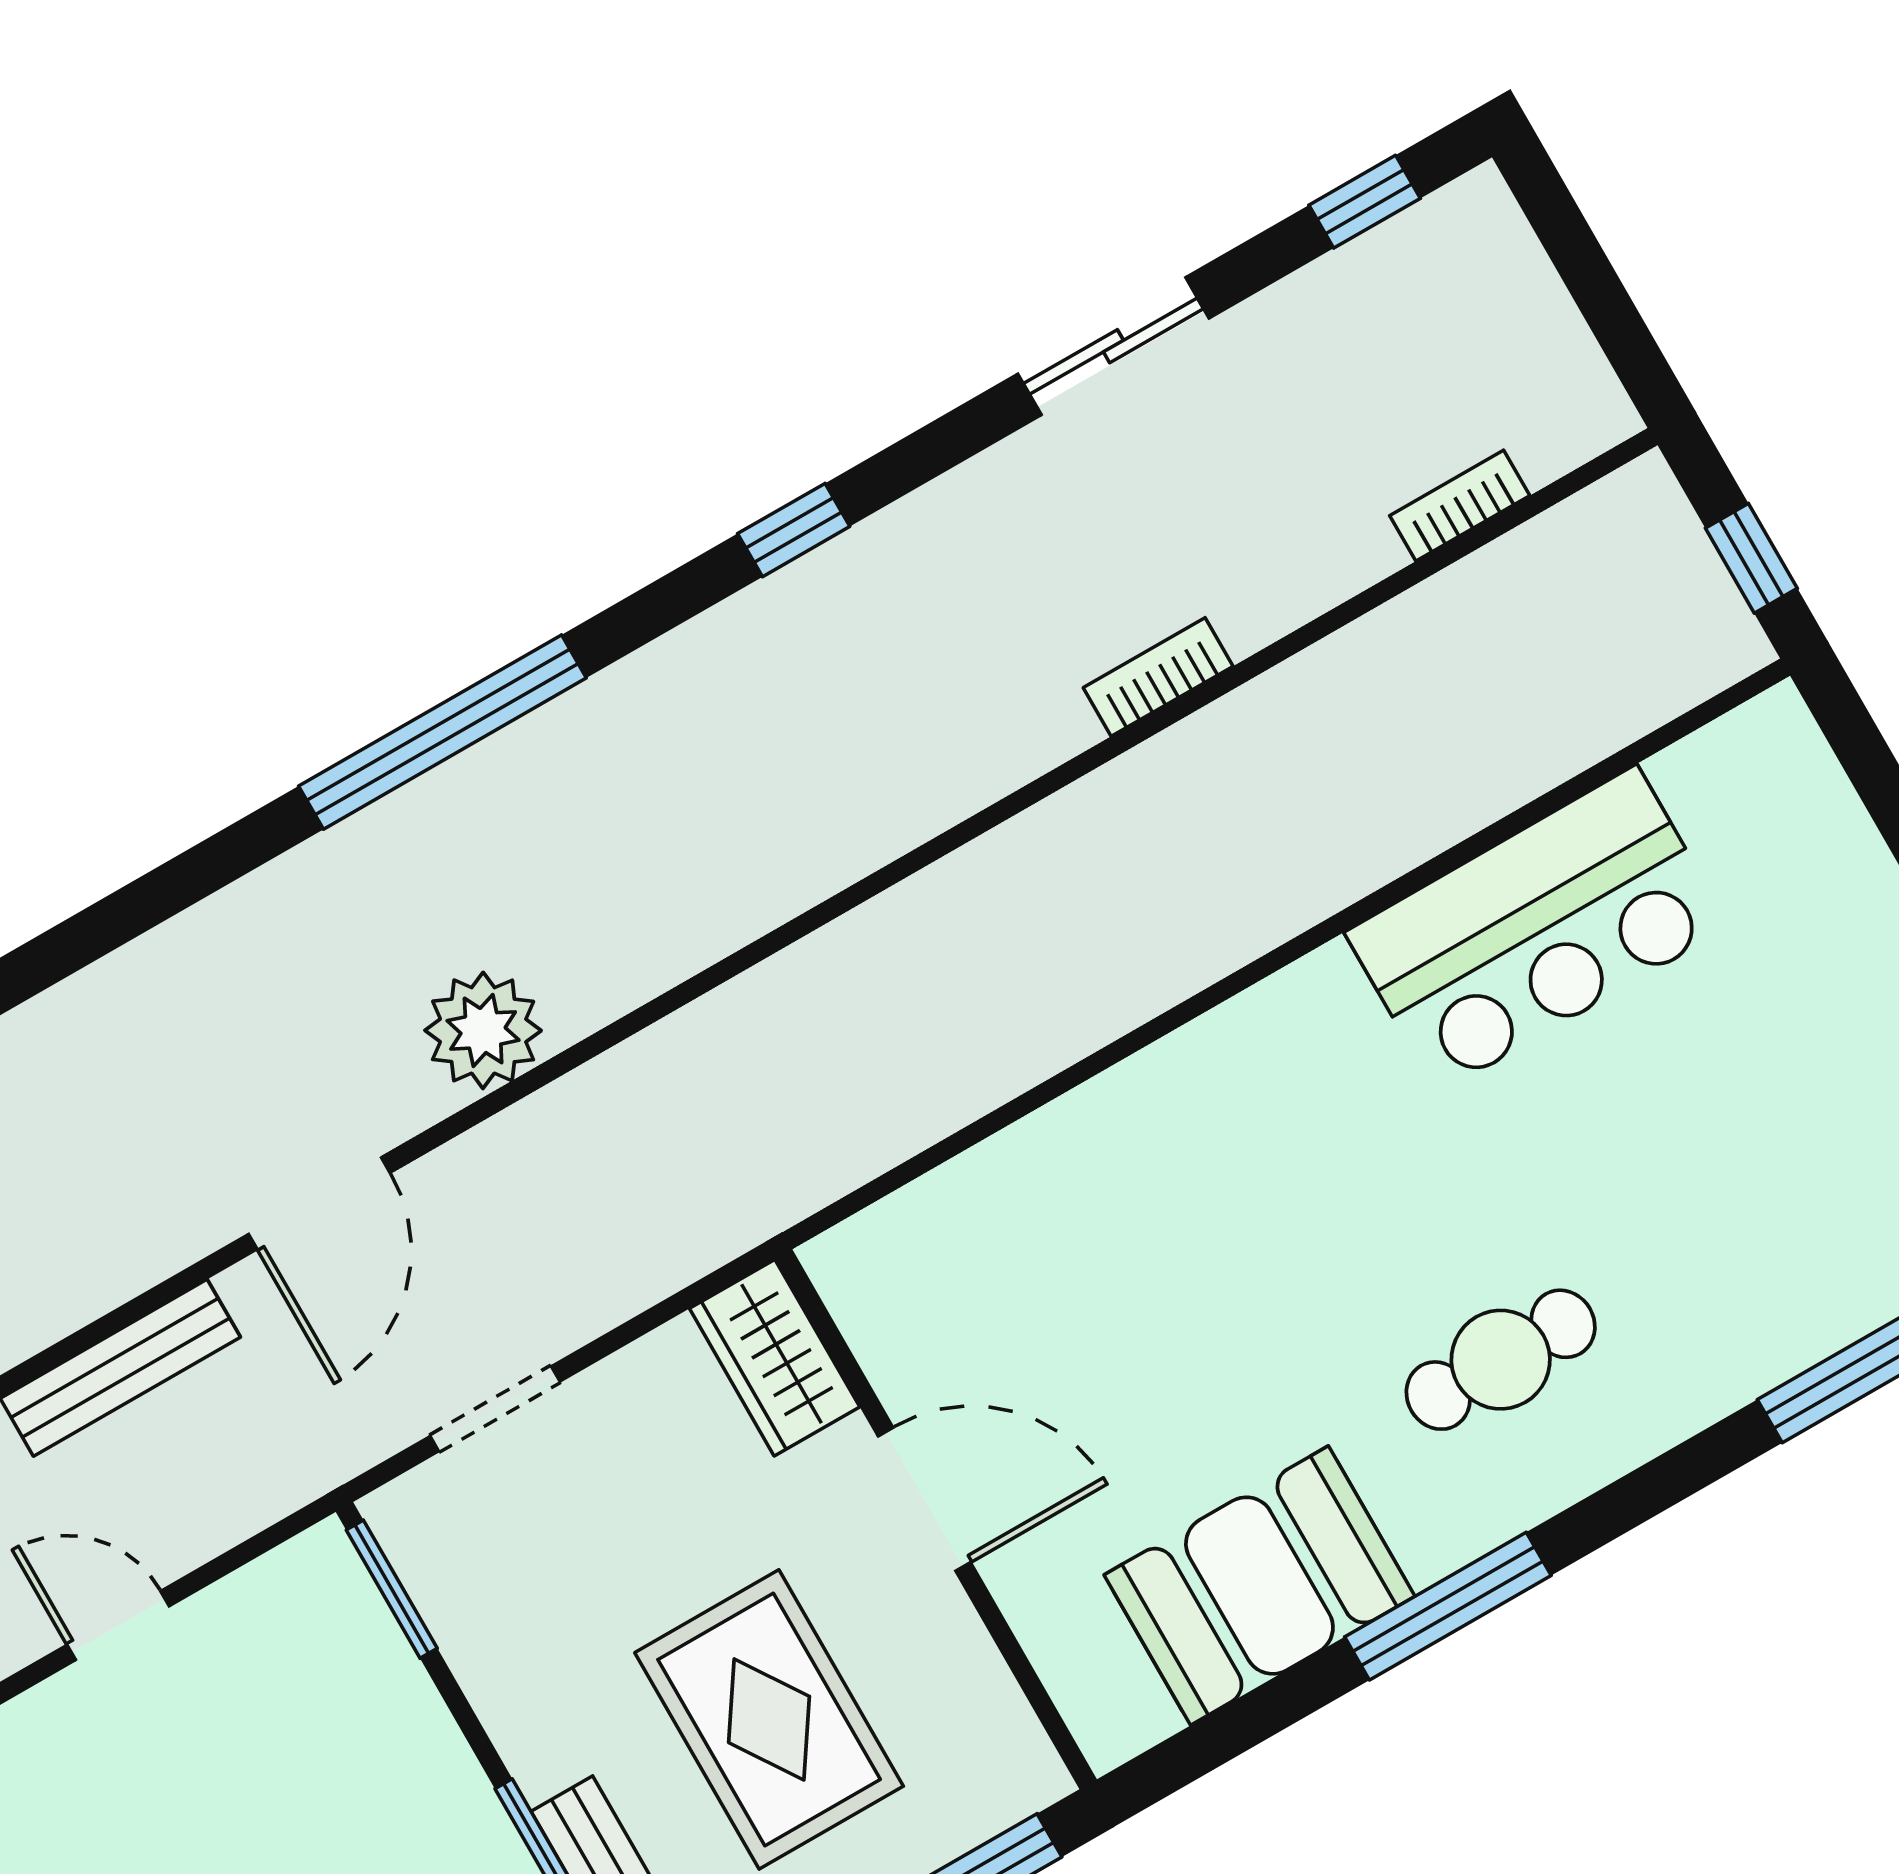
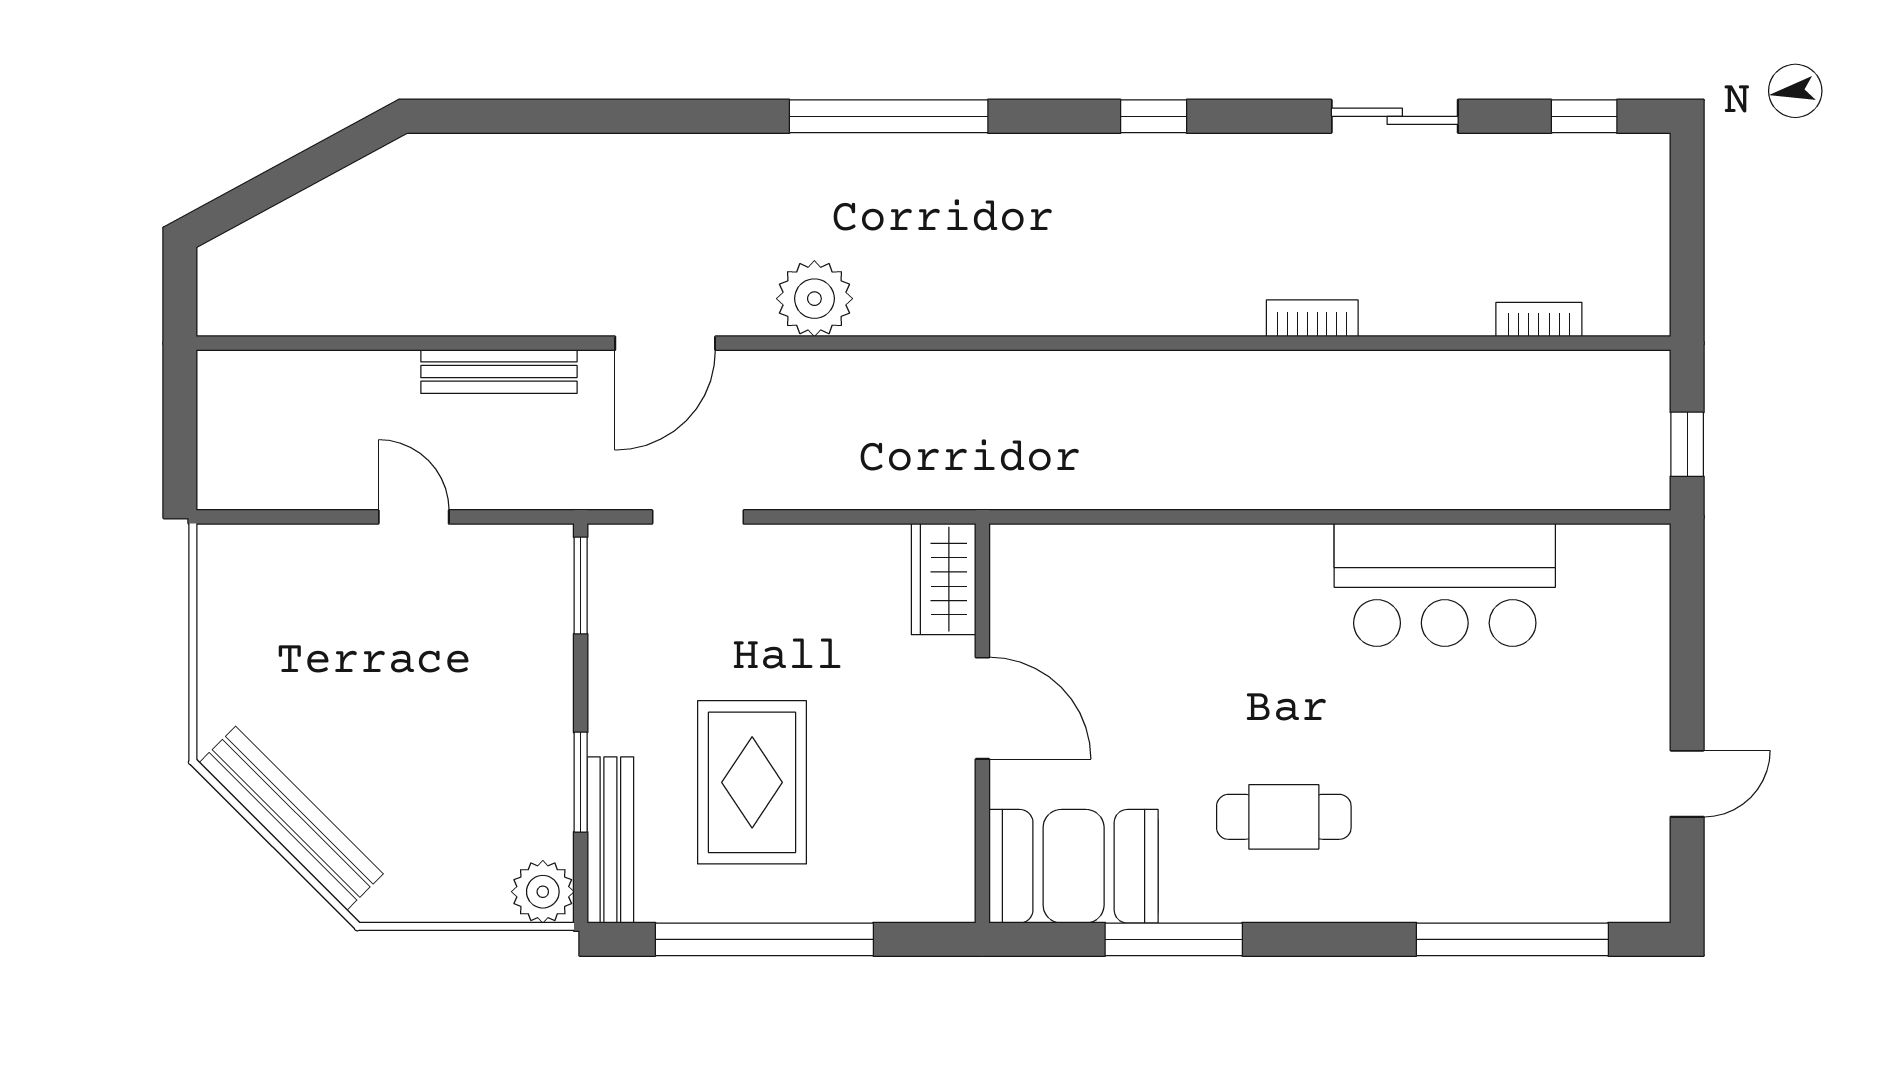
wardrobe: (775, 1358) -> (944, 579), moved
door: (924, 1499) -> (982, 708), moved
wall: (936, 1519) -> (982, 723), moved

